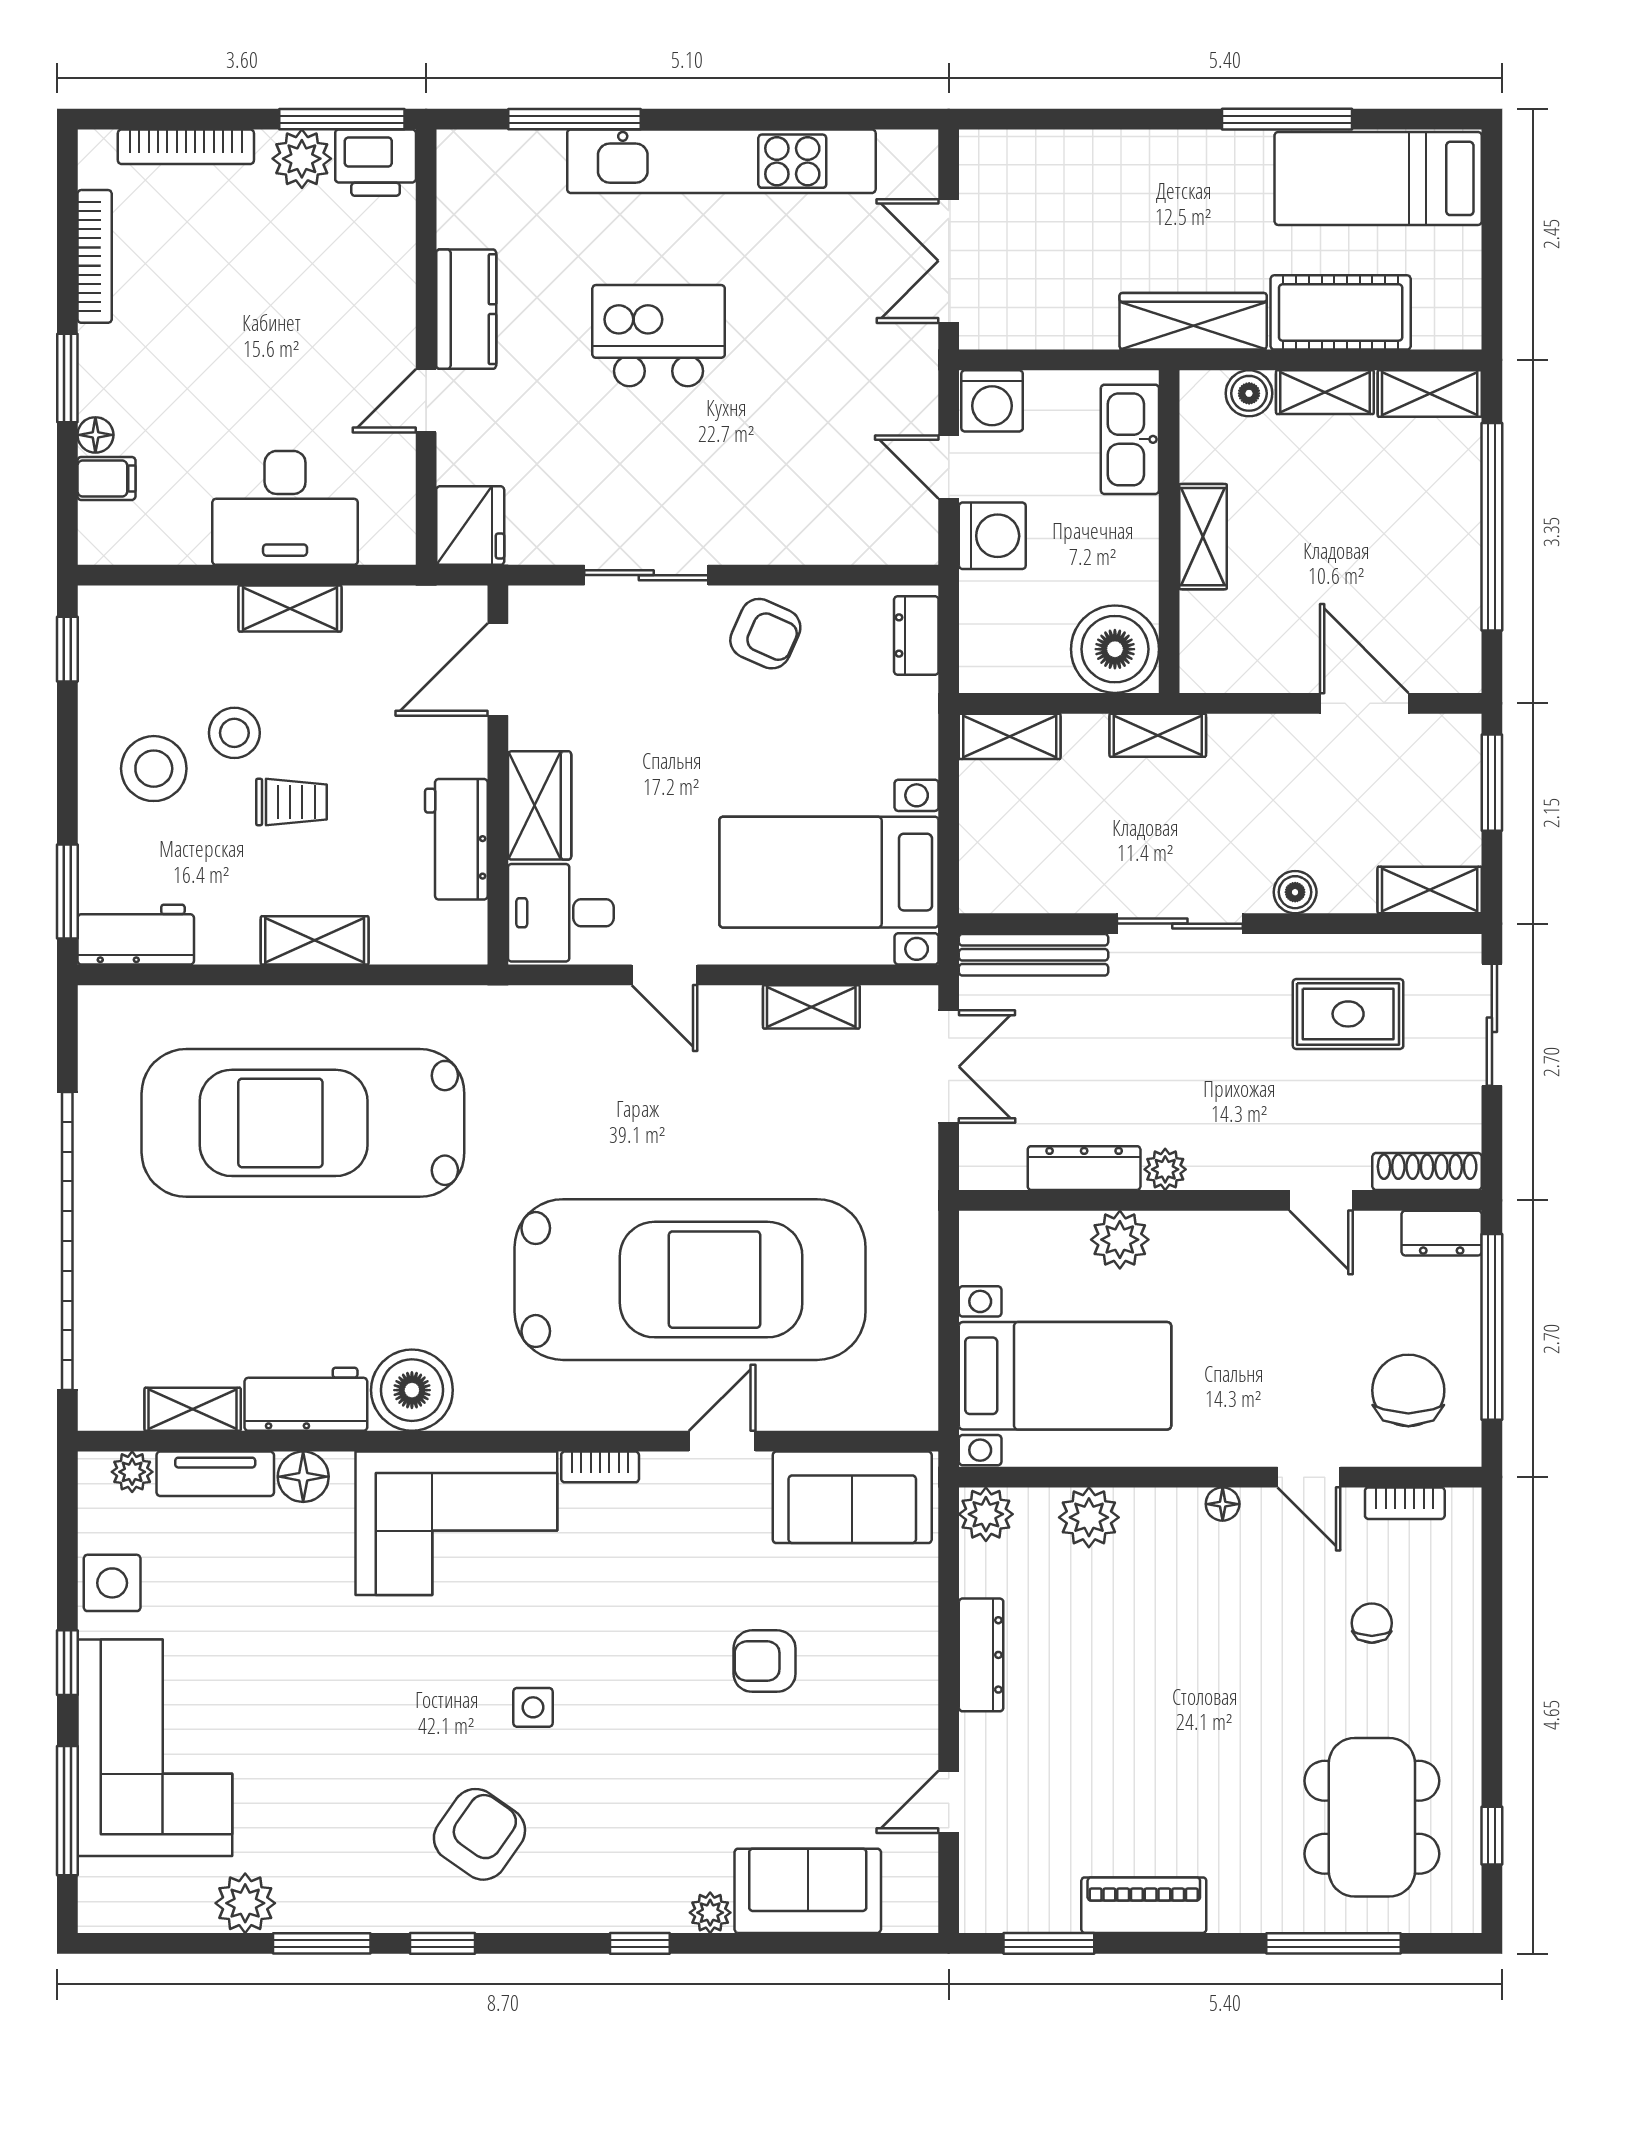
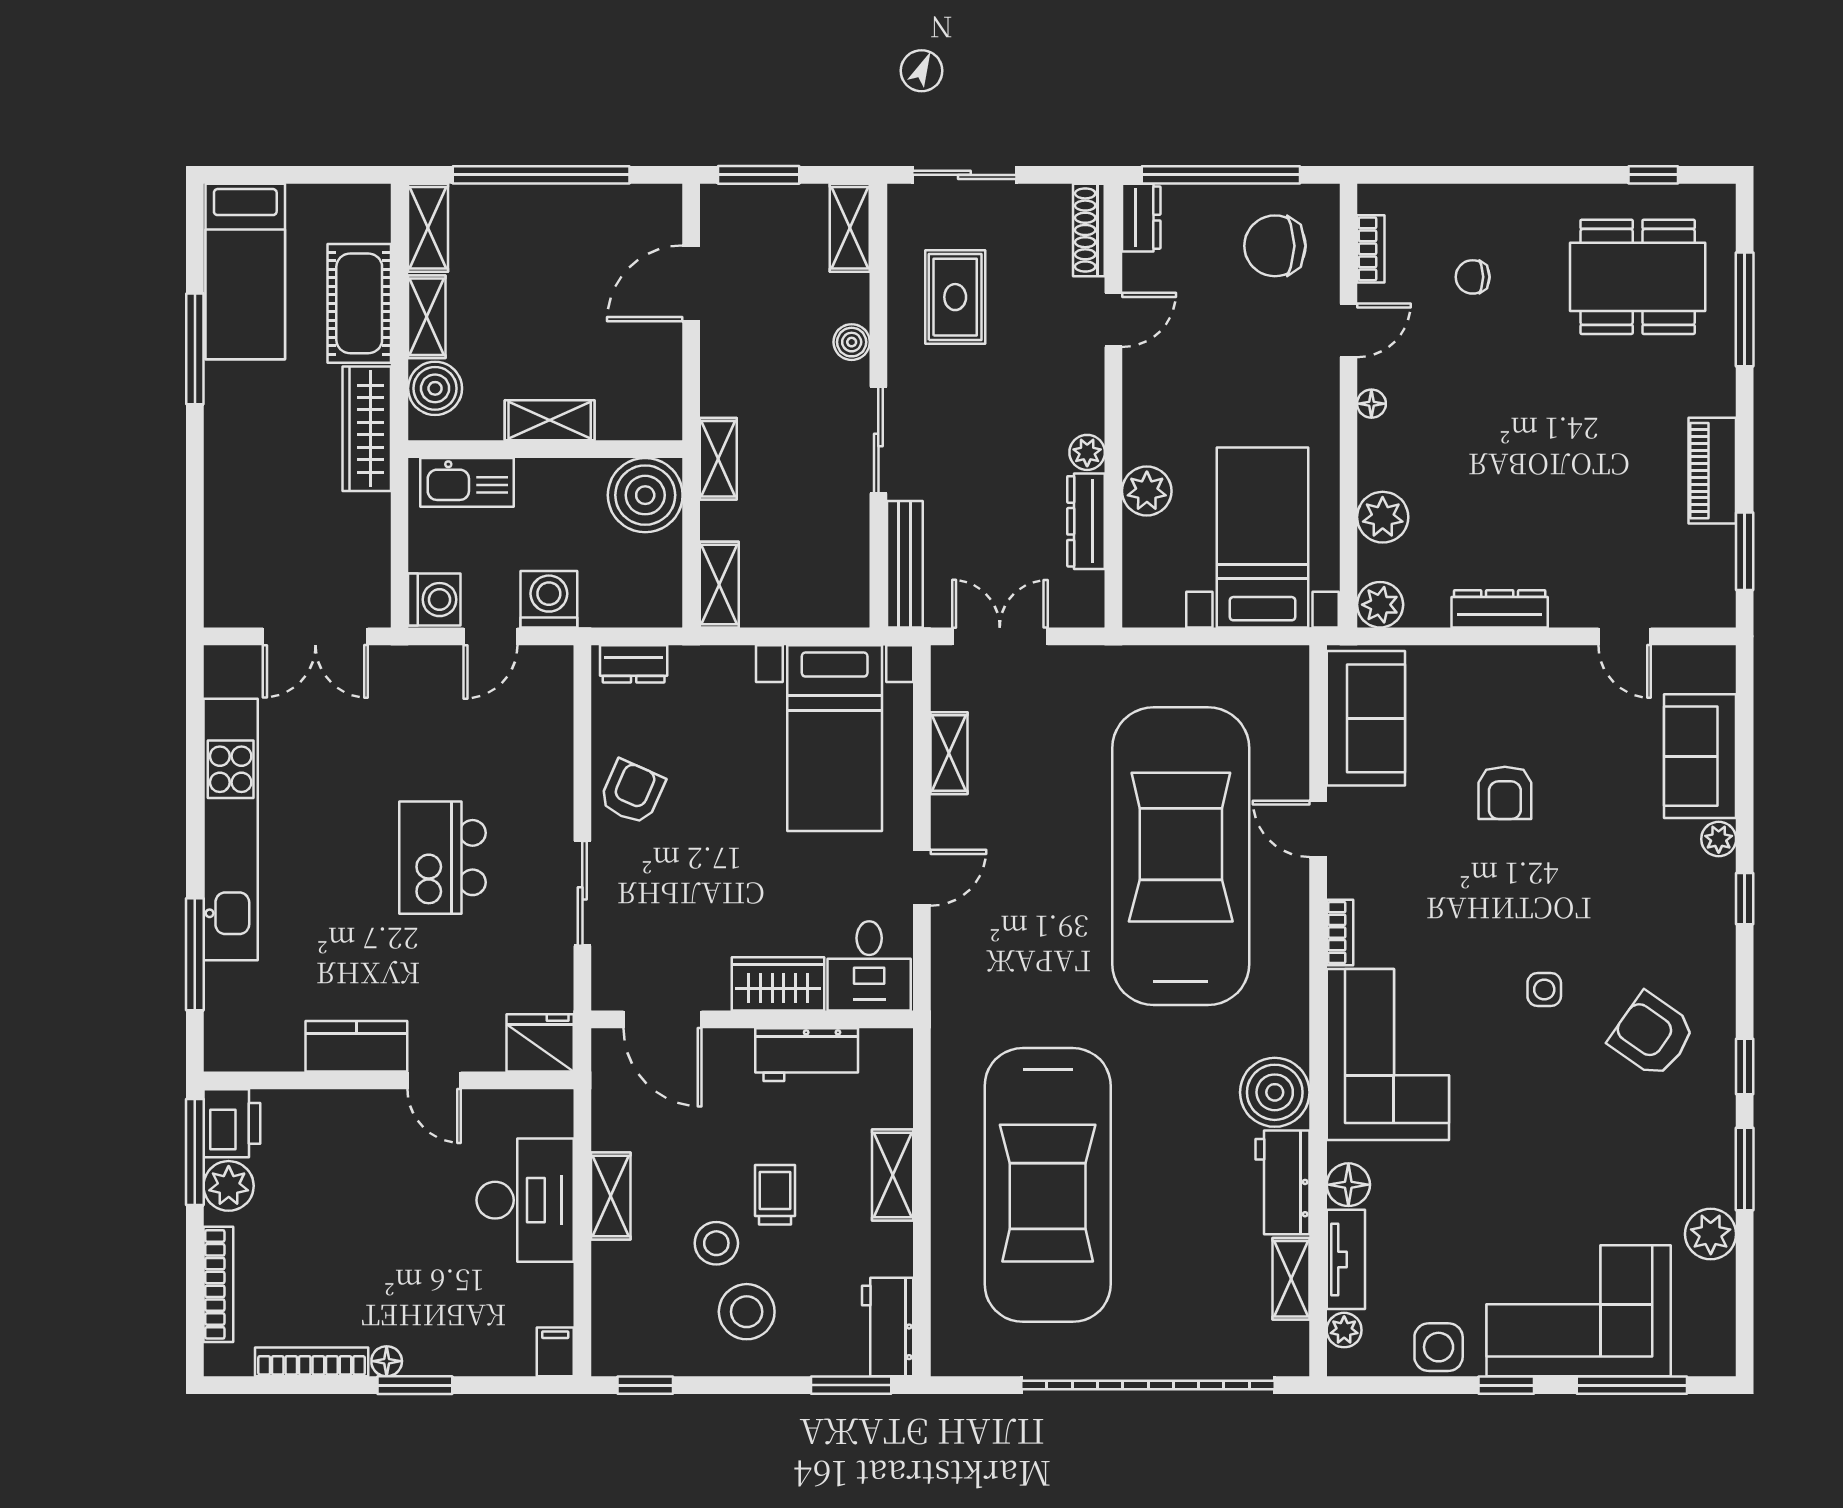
kitchen island: (659, 336) -> (442, 858), moved
boiler: (1249, 393) -> (435, 388), width x1.36, depth x1.36
floor lamp: (95, 435) -> (387, 1361), moved
filing cabinet: (106, 478) -> (555, 1352), moved

